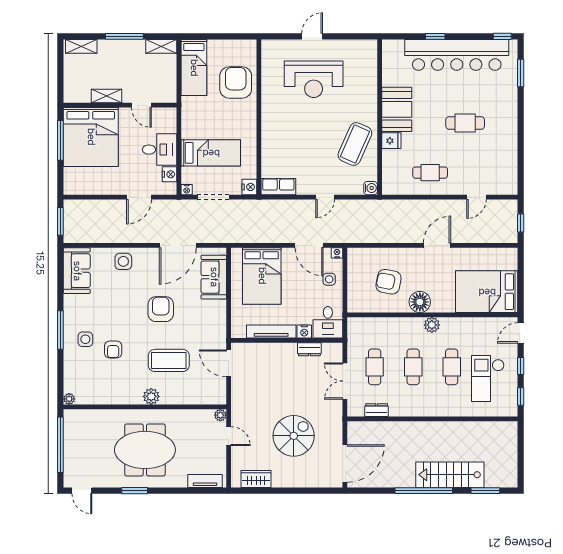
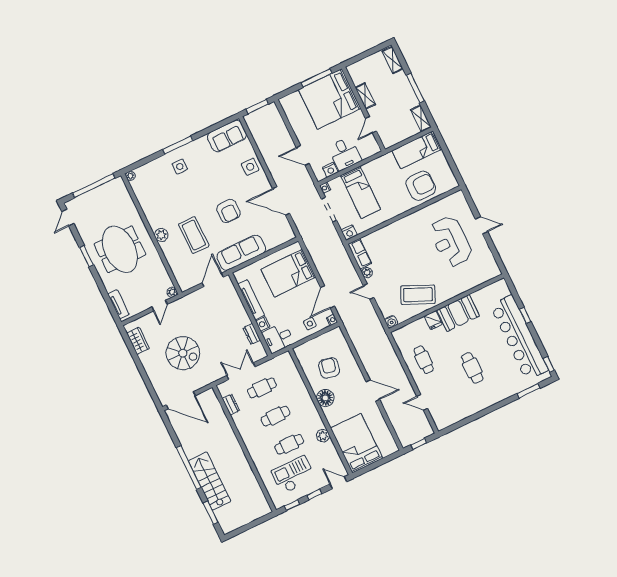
plant: (303, 188) -> (367, 273), added
sofa: (214, 277) -> (241, 253), moved, width x1.36
armchair: (161, 309) -> (228, 211), turned 90
plant: (432, 325) -> (323, 436), moved
armchair: (113, 350) -> (182, 190), removed

